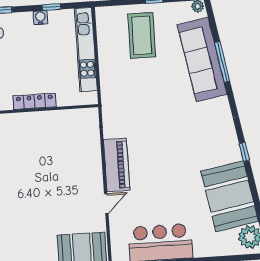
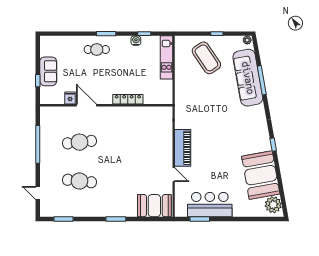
coffee table: (142, 35) -> (206, 58), turned -34
kitchen unit: (86, 50) -> (166, 57), width x0.73
door: (106, 204) -> (174, 175), hinge flipped

